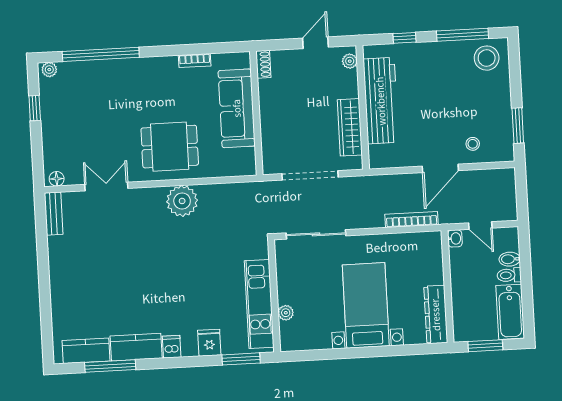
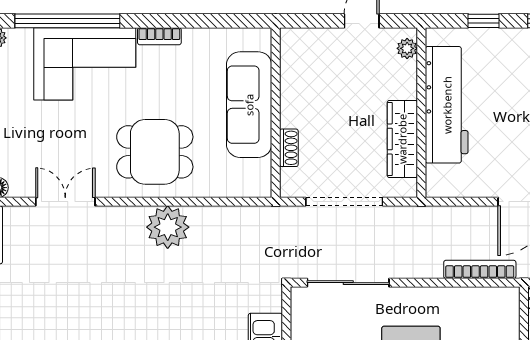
bookcase: (195, 61) -> (159, 36), moved
shoe rack: (263, 64) -> (289, 148), moved
corner sofa: (115, 85) -> (85, 64), added

